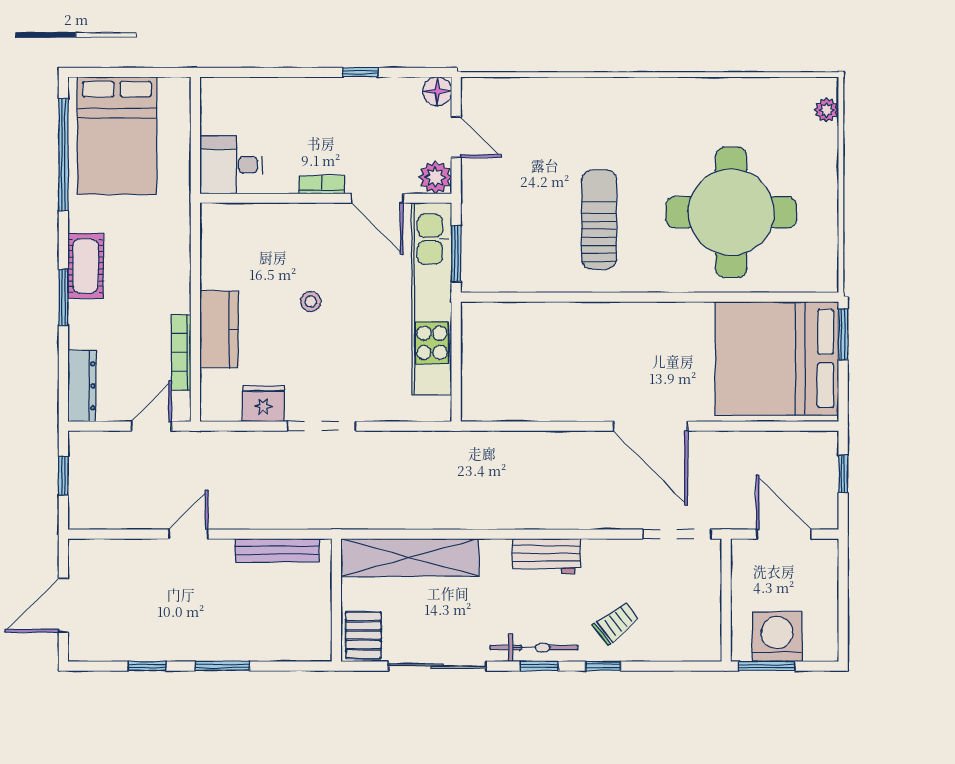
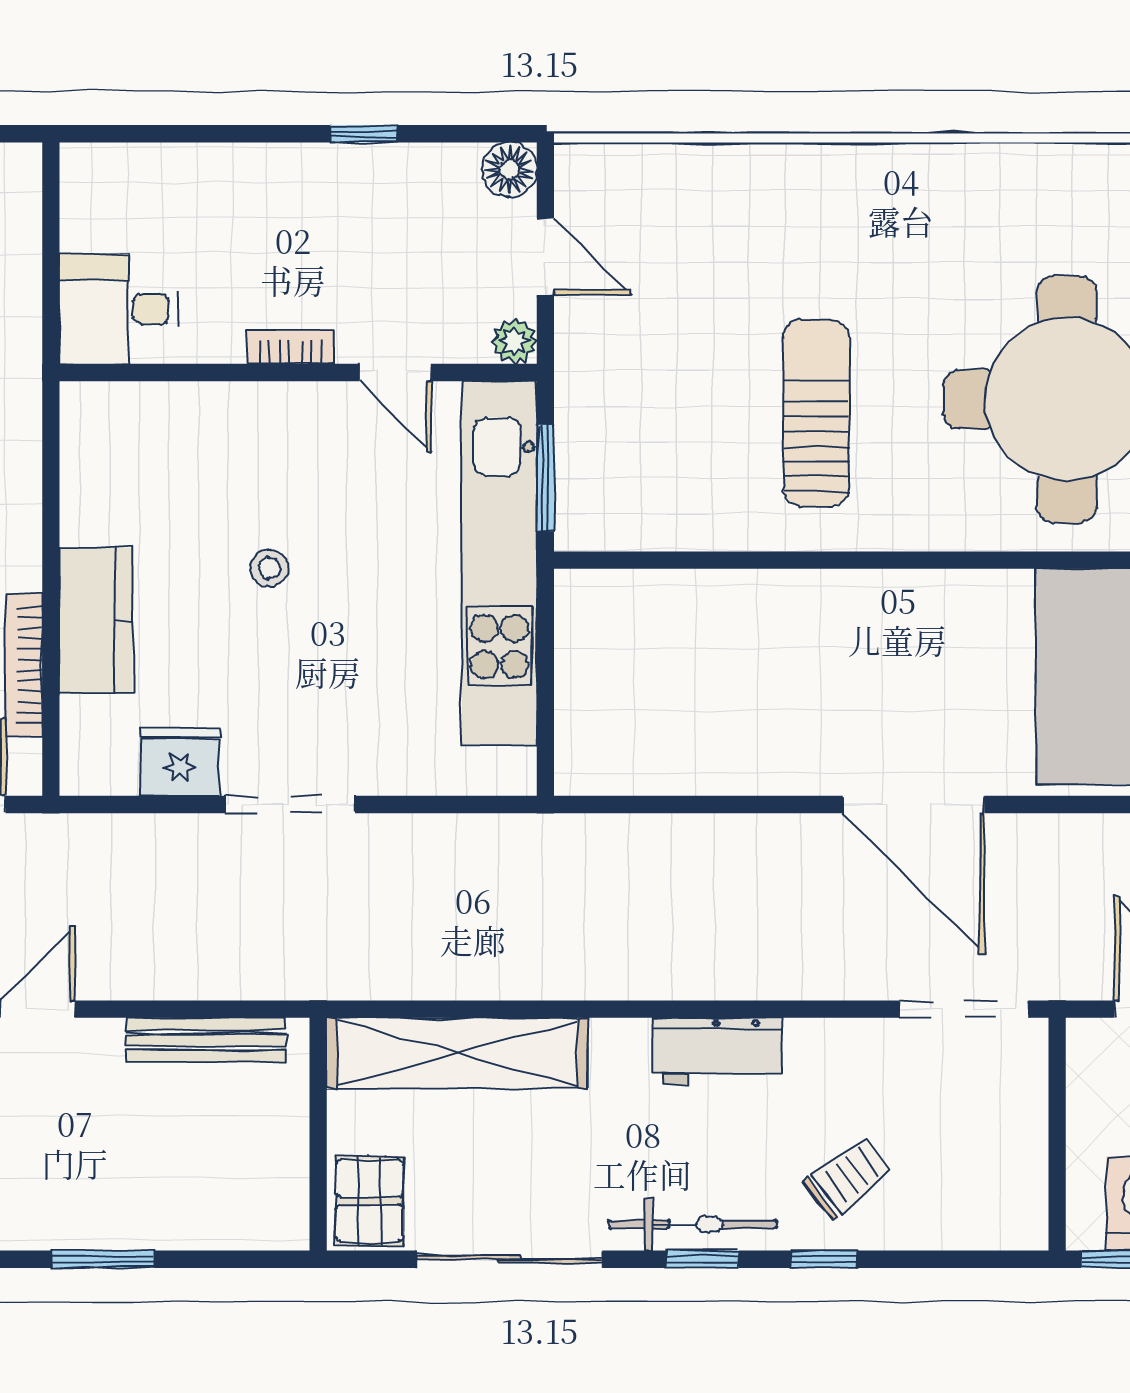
plant: (435, 177) -> (514, 341), width x0.73, depth x0.73
door: (377, 198) -> (395, 372), width x0.73

